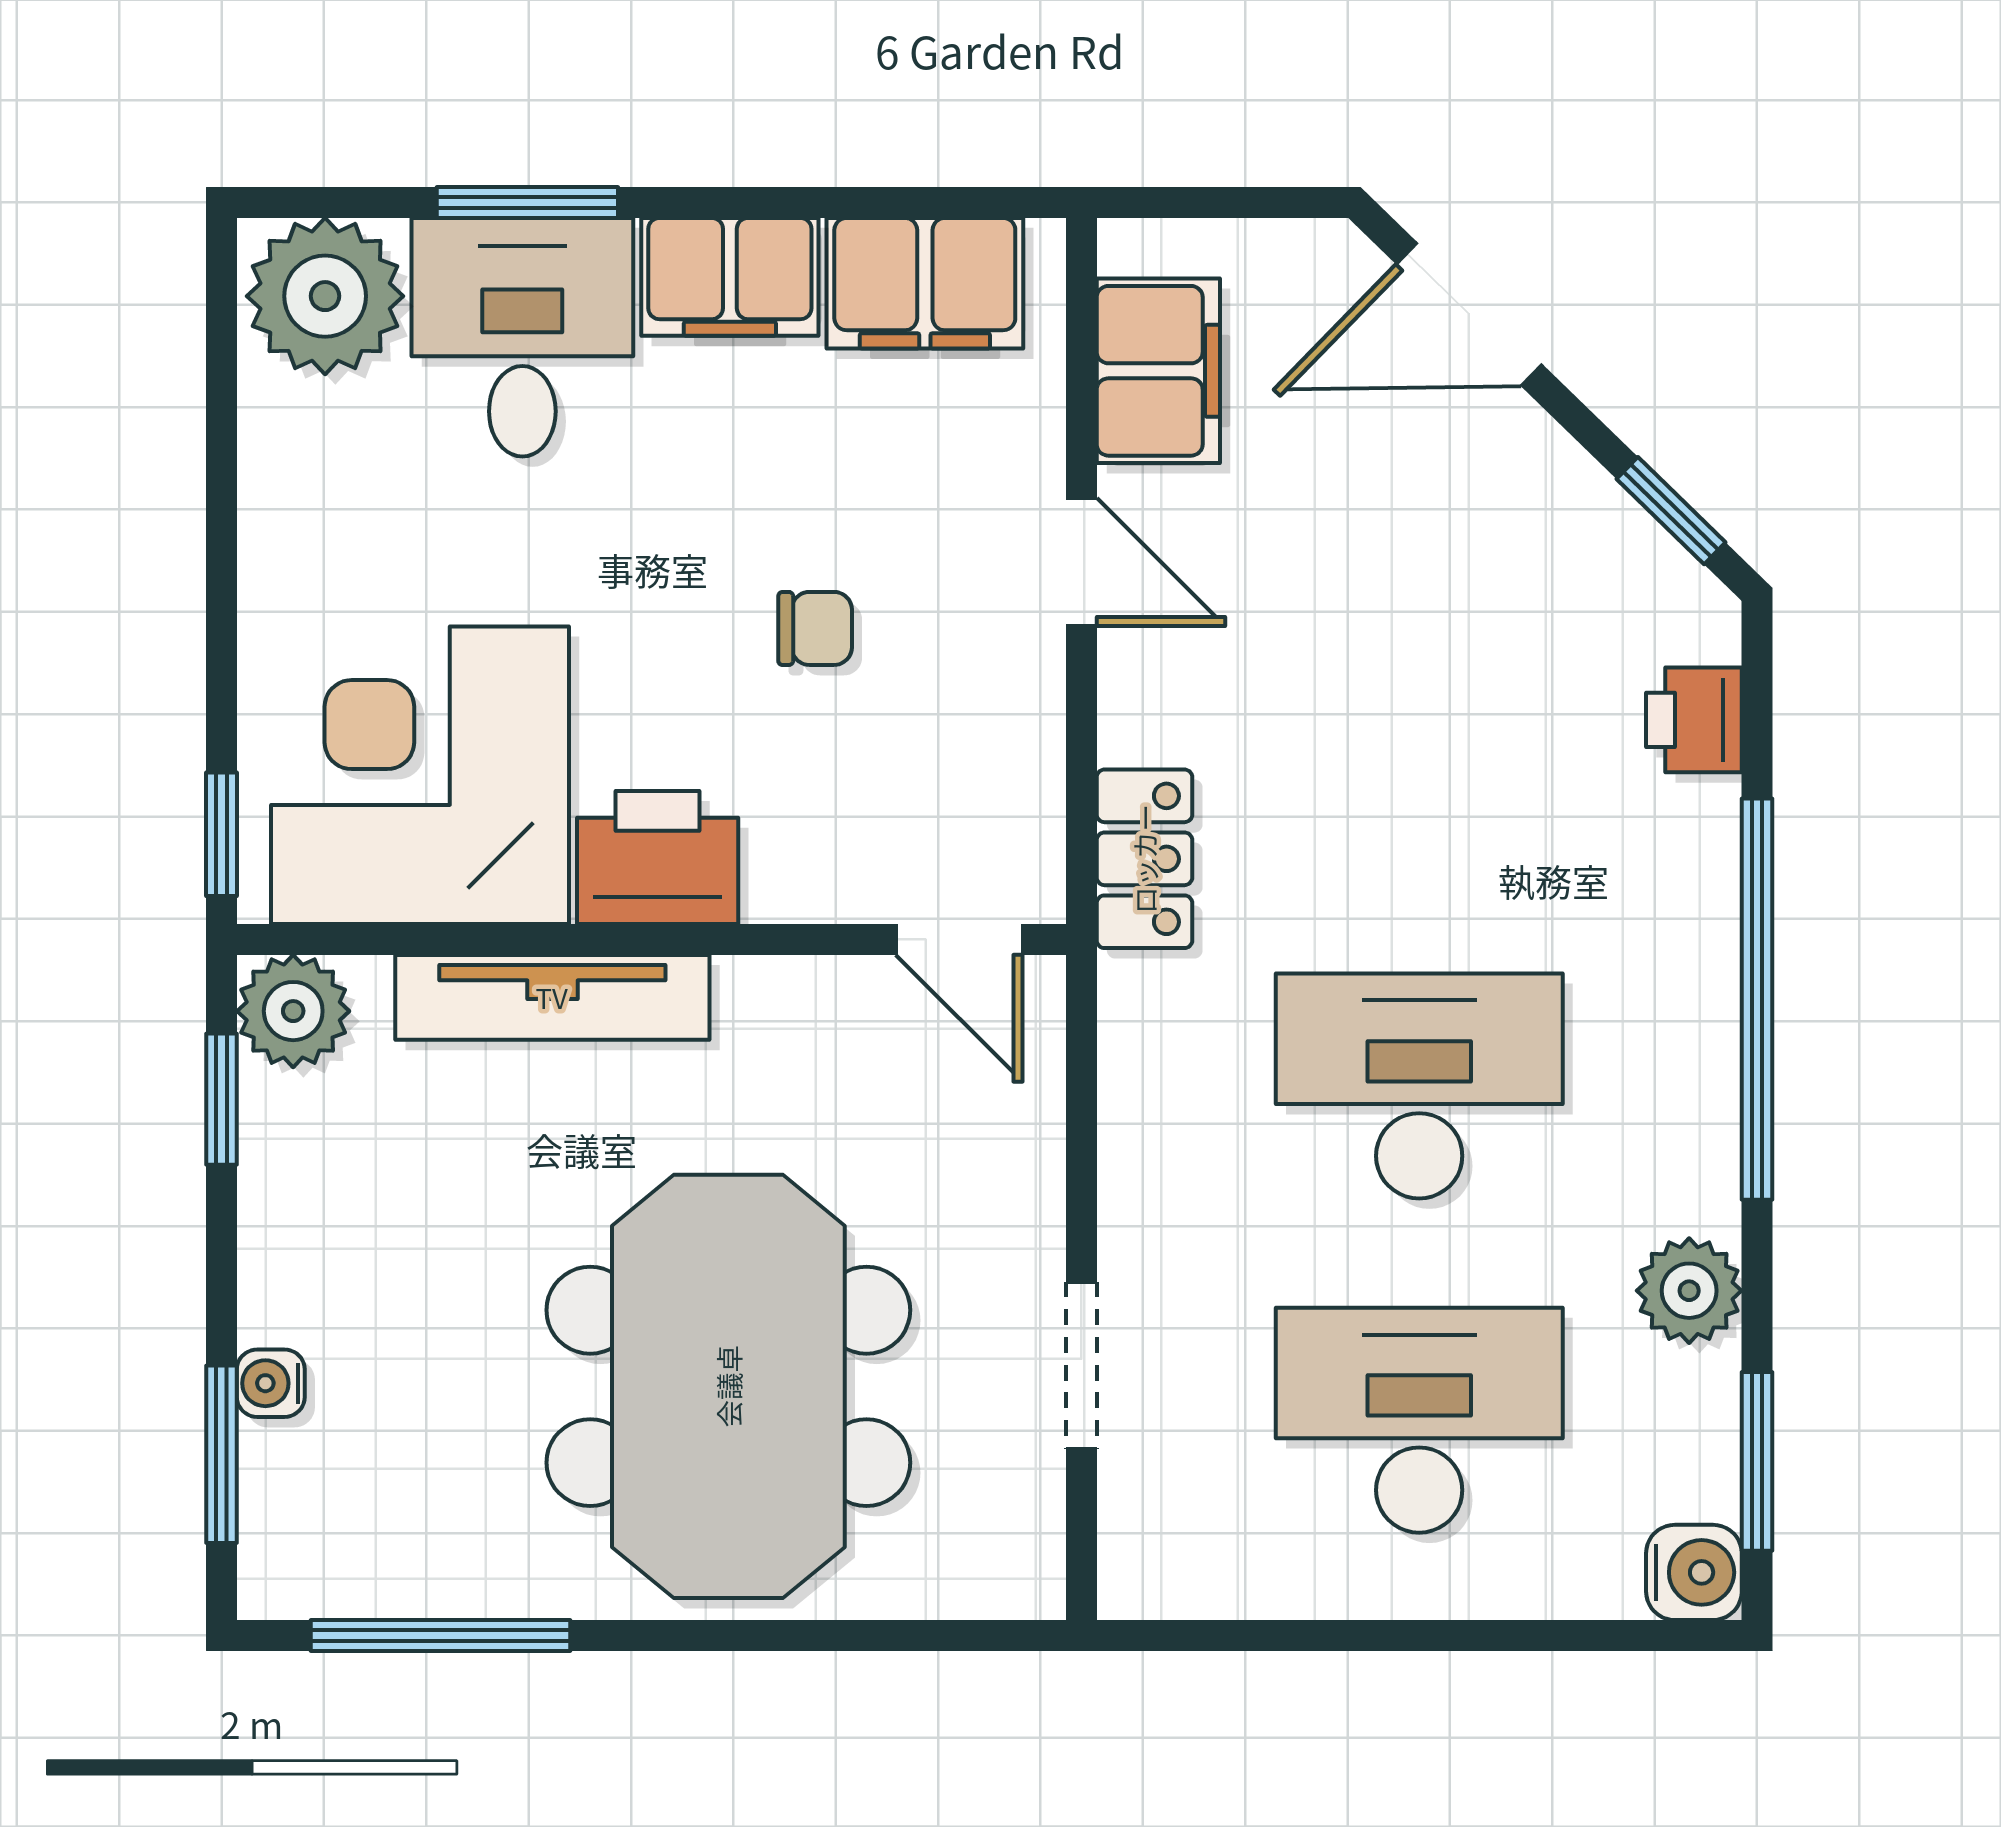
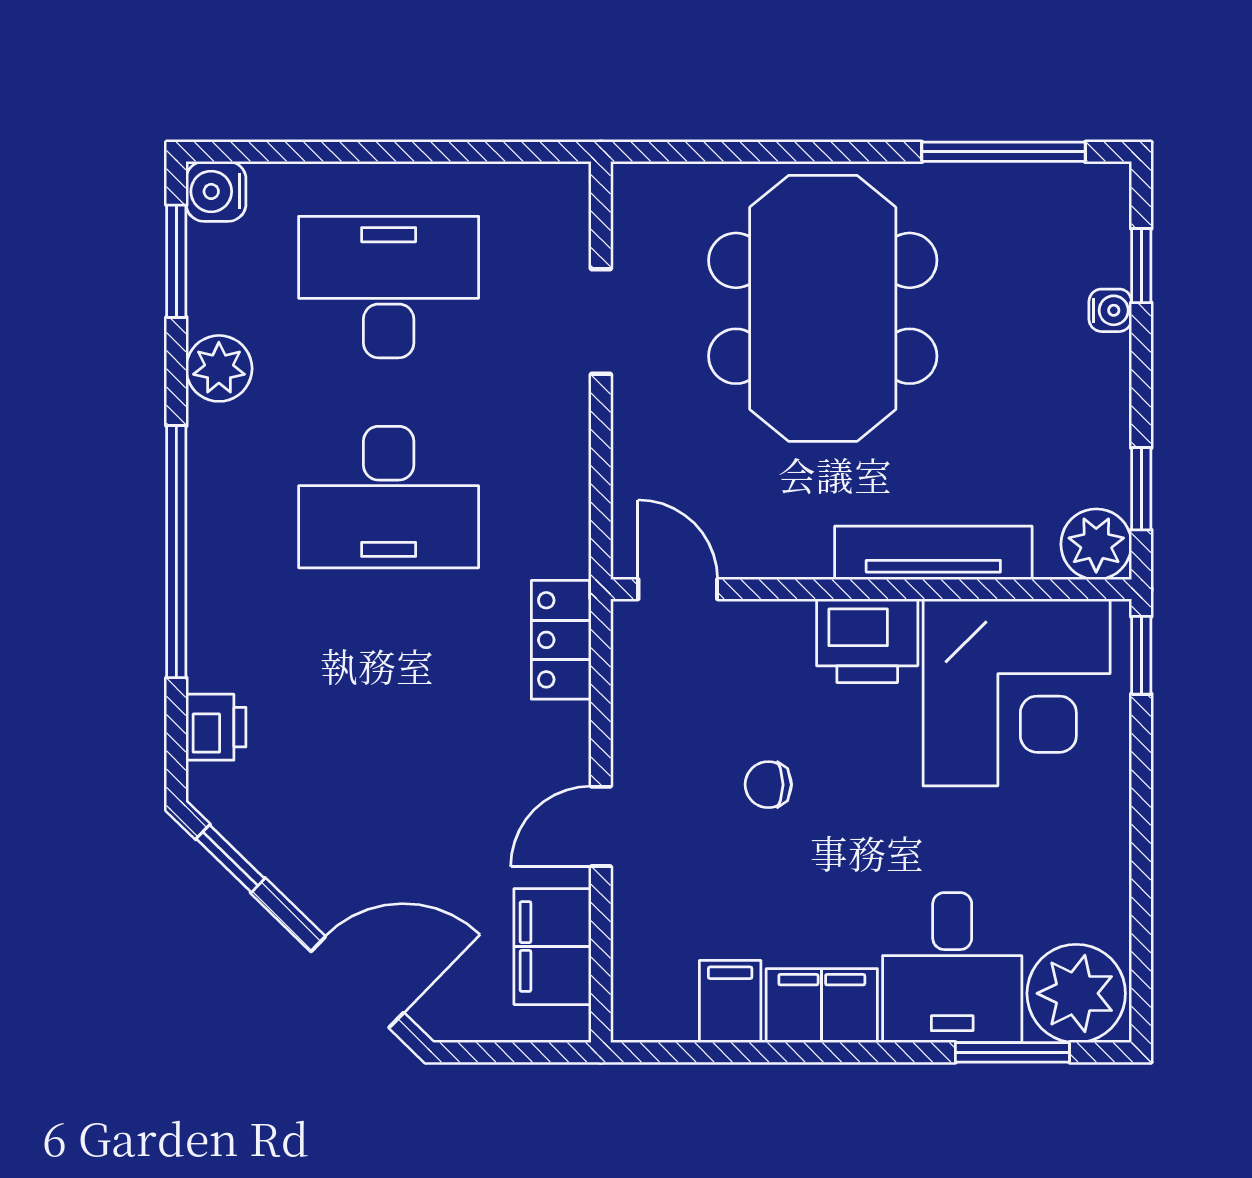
window: (527, 202) -> (1012, 1052), moved
filing cabinet: (925, 283) -> (730, 1002), width x0.50
door: (1081, 562) -> (601, 826), hinge flipped
desk: (1419, 1420) -> (389, 287), turned 180
window: (222, 1454) -> (1141, 266), width x0.67

